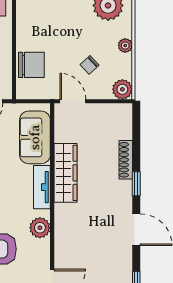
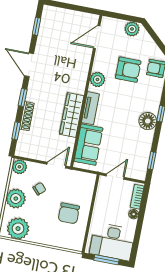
plant: (125, 45) -> (16, 199), width x1.88, depth x1.88
chair: (31, 65) -> (69, 213), moved, turned -90
door: (73, 101) -> (56, 165), swing flipped
window: (136, 137) -> (16, 131), added

